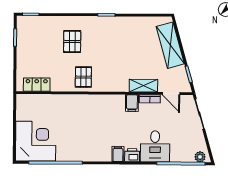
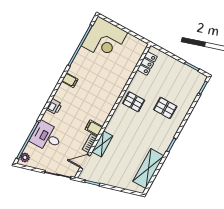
shelving: (170, 45) -> (148, 169), moved, turned -74
desk: (155, 146) -> (46, 137), moved
filing cabinet: (118, 154) -> (70, 80), moved

